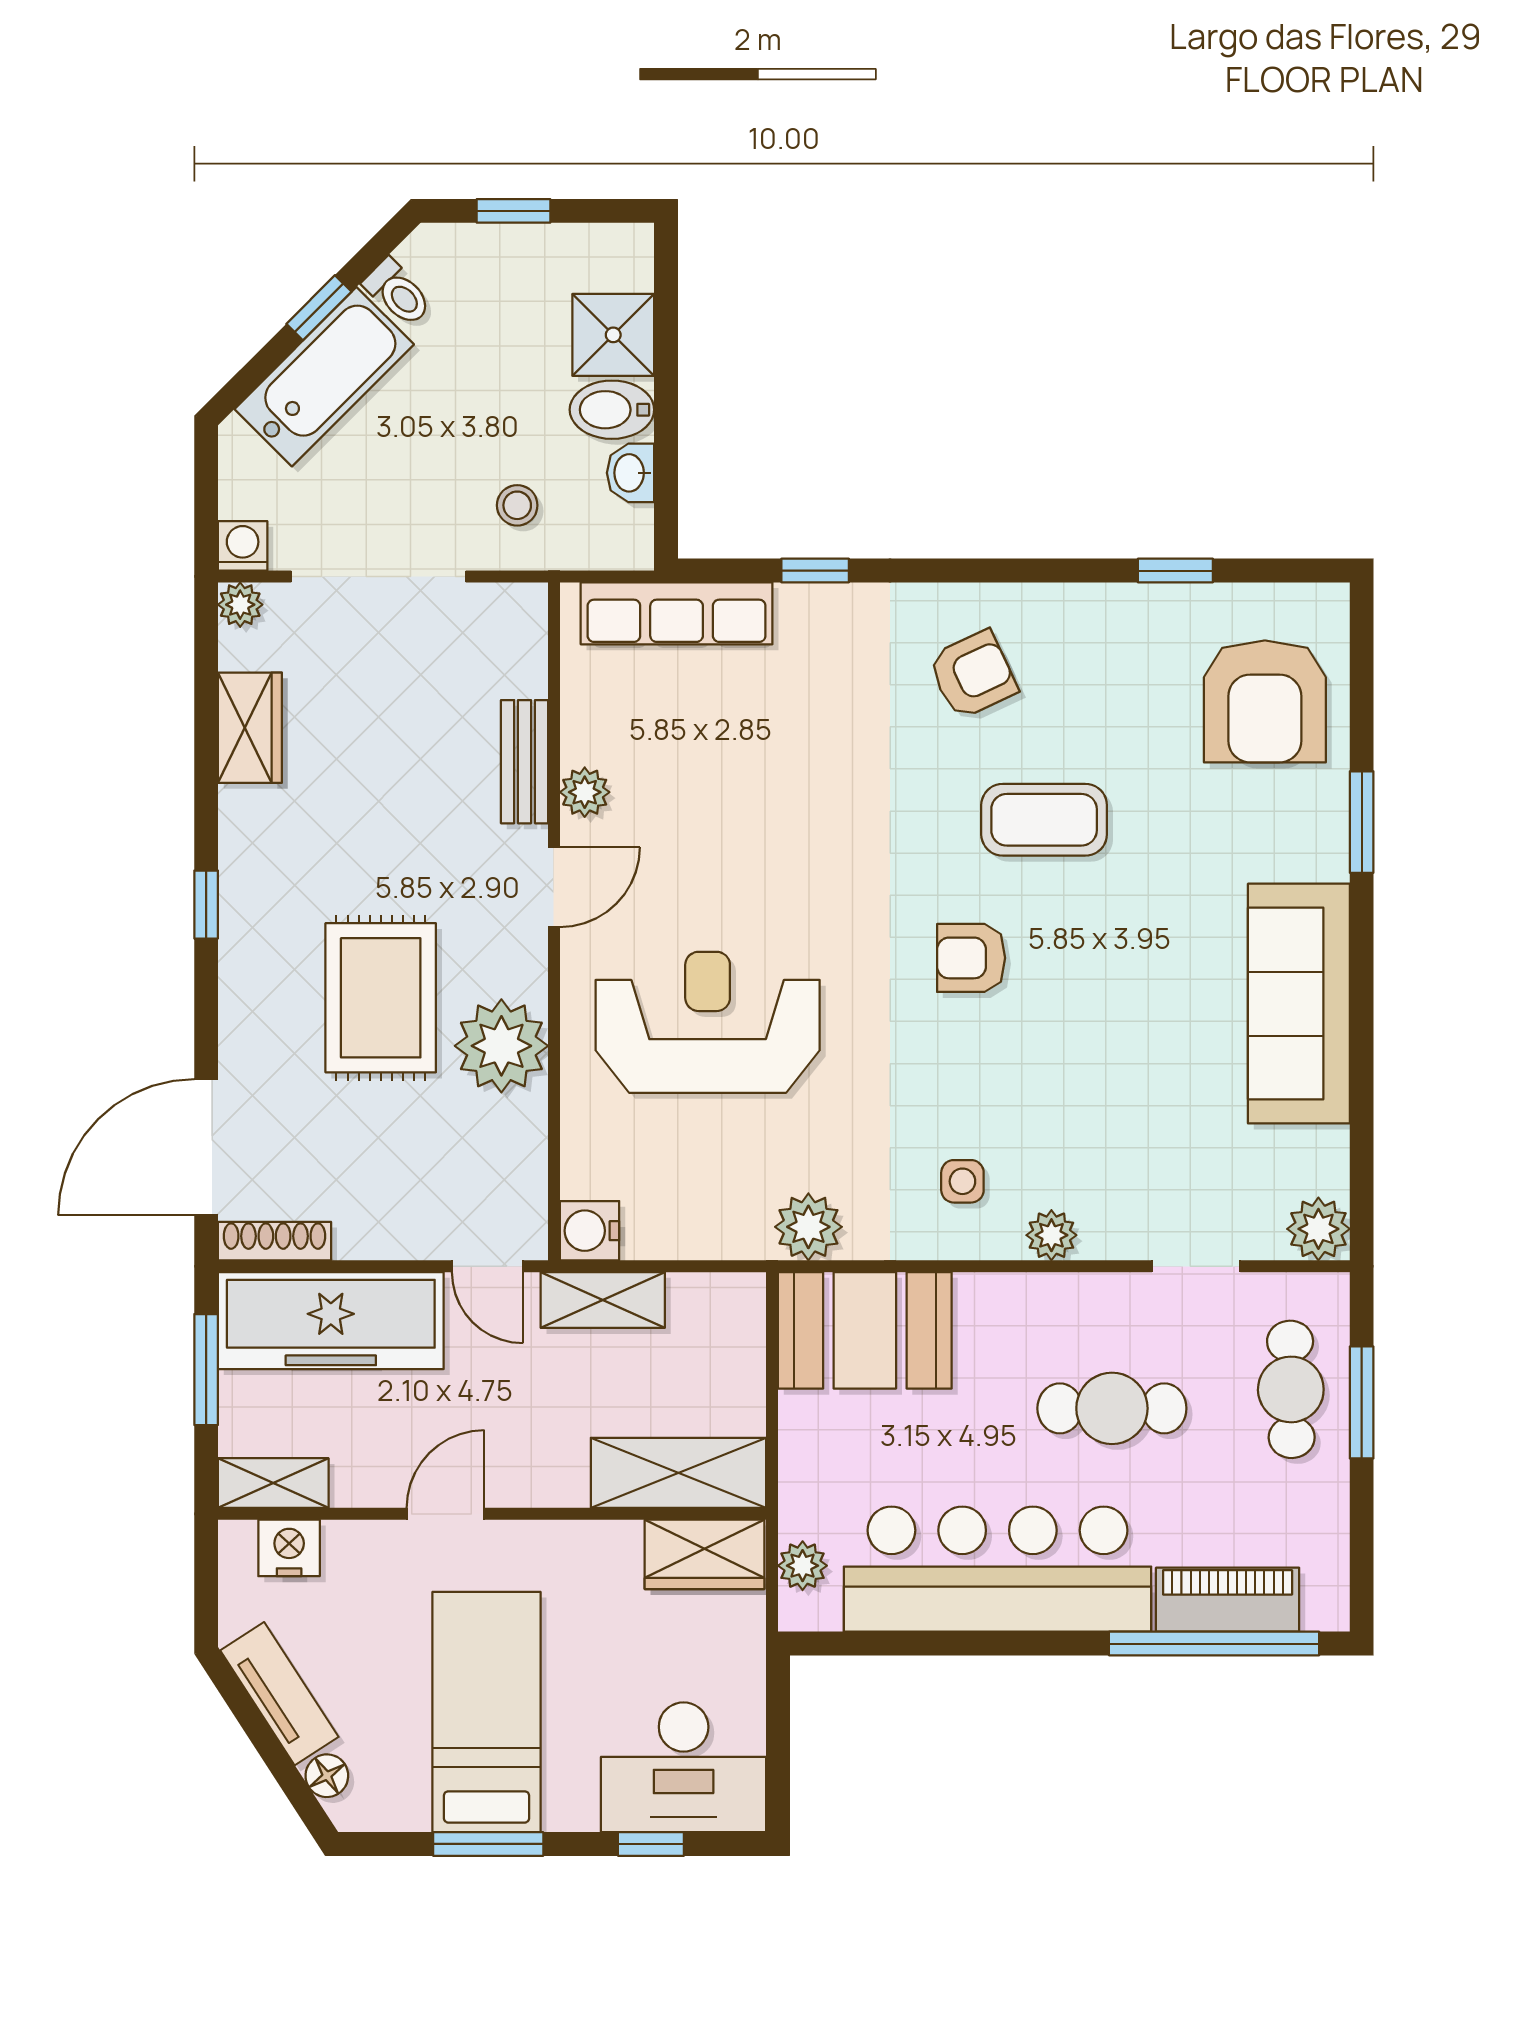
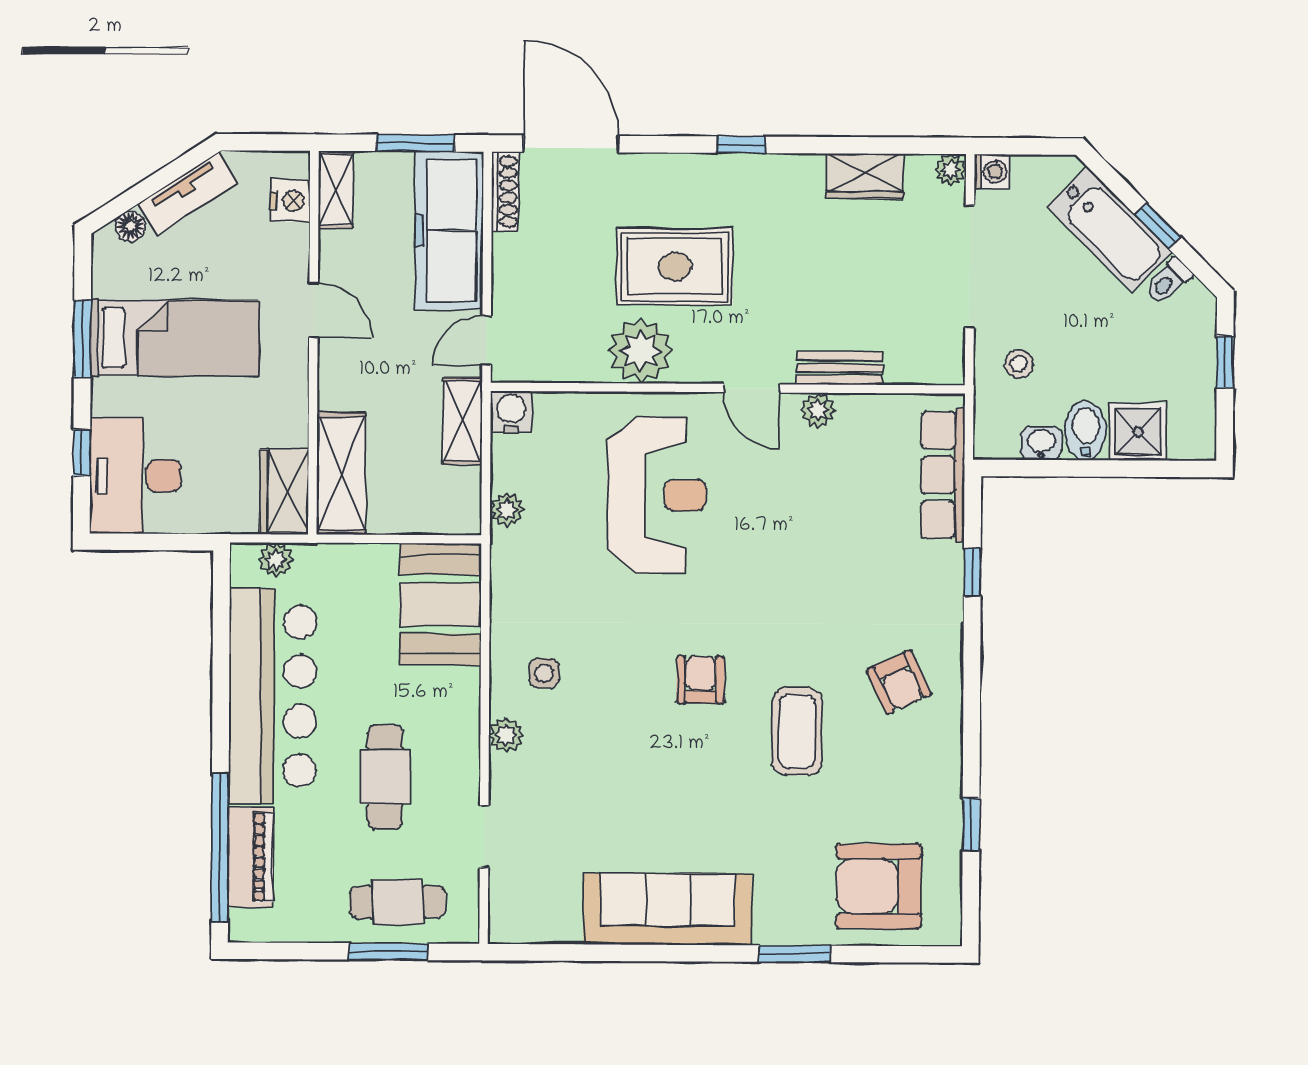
plant: (808, 1227) -> (507, 510), moved, width x0.73, depth x0.73
plant: (1318, 1229) -> (510, 922), removed

